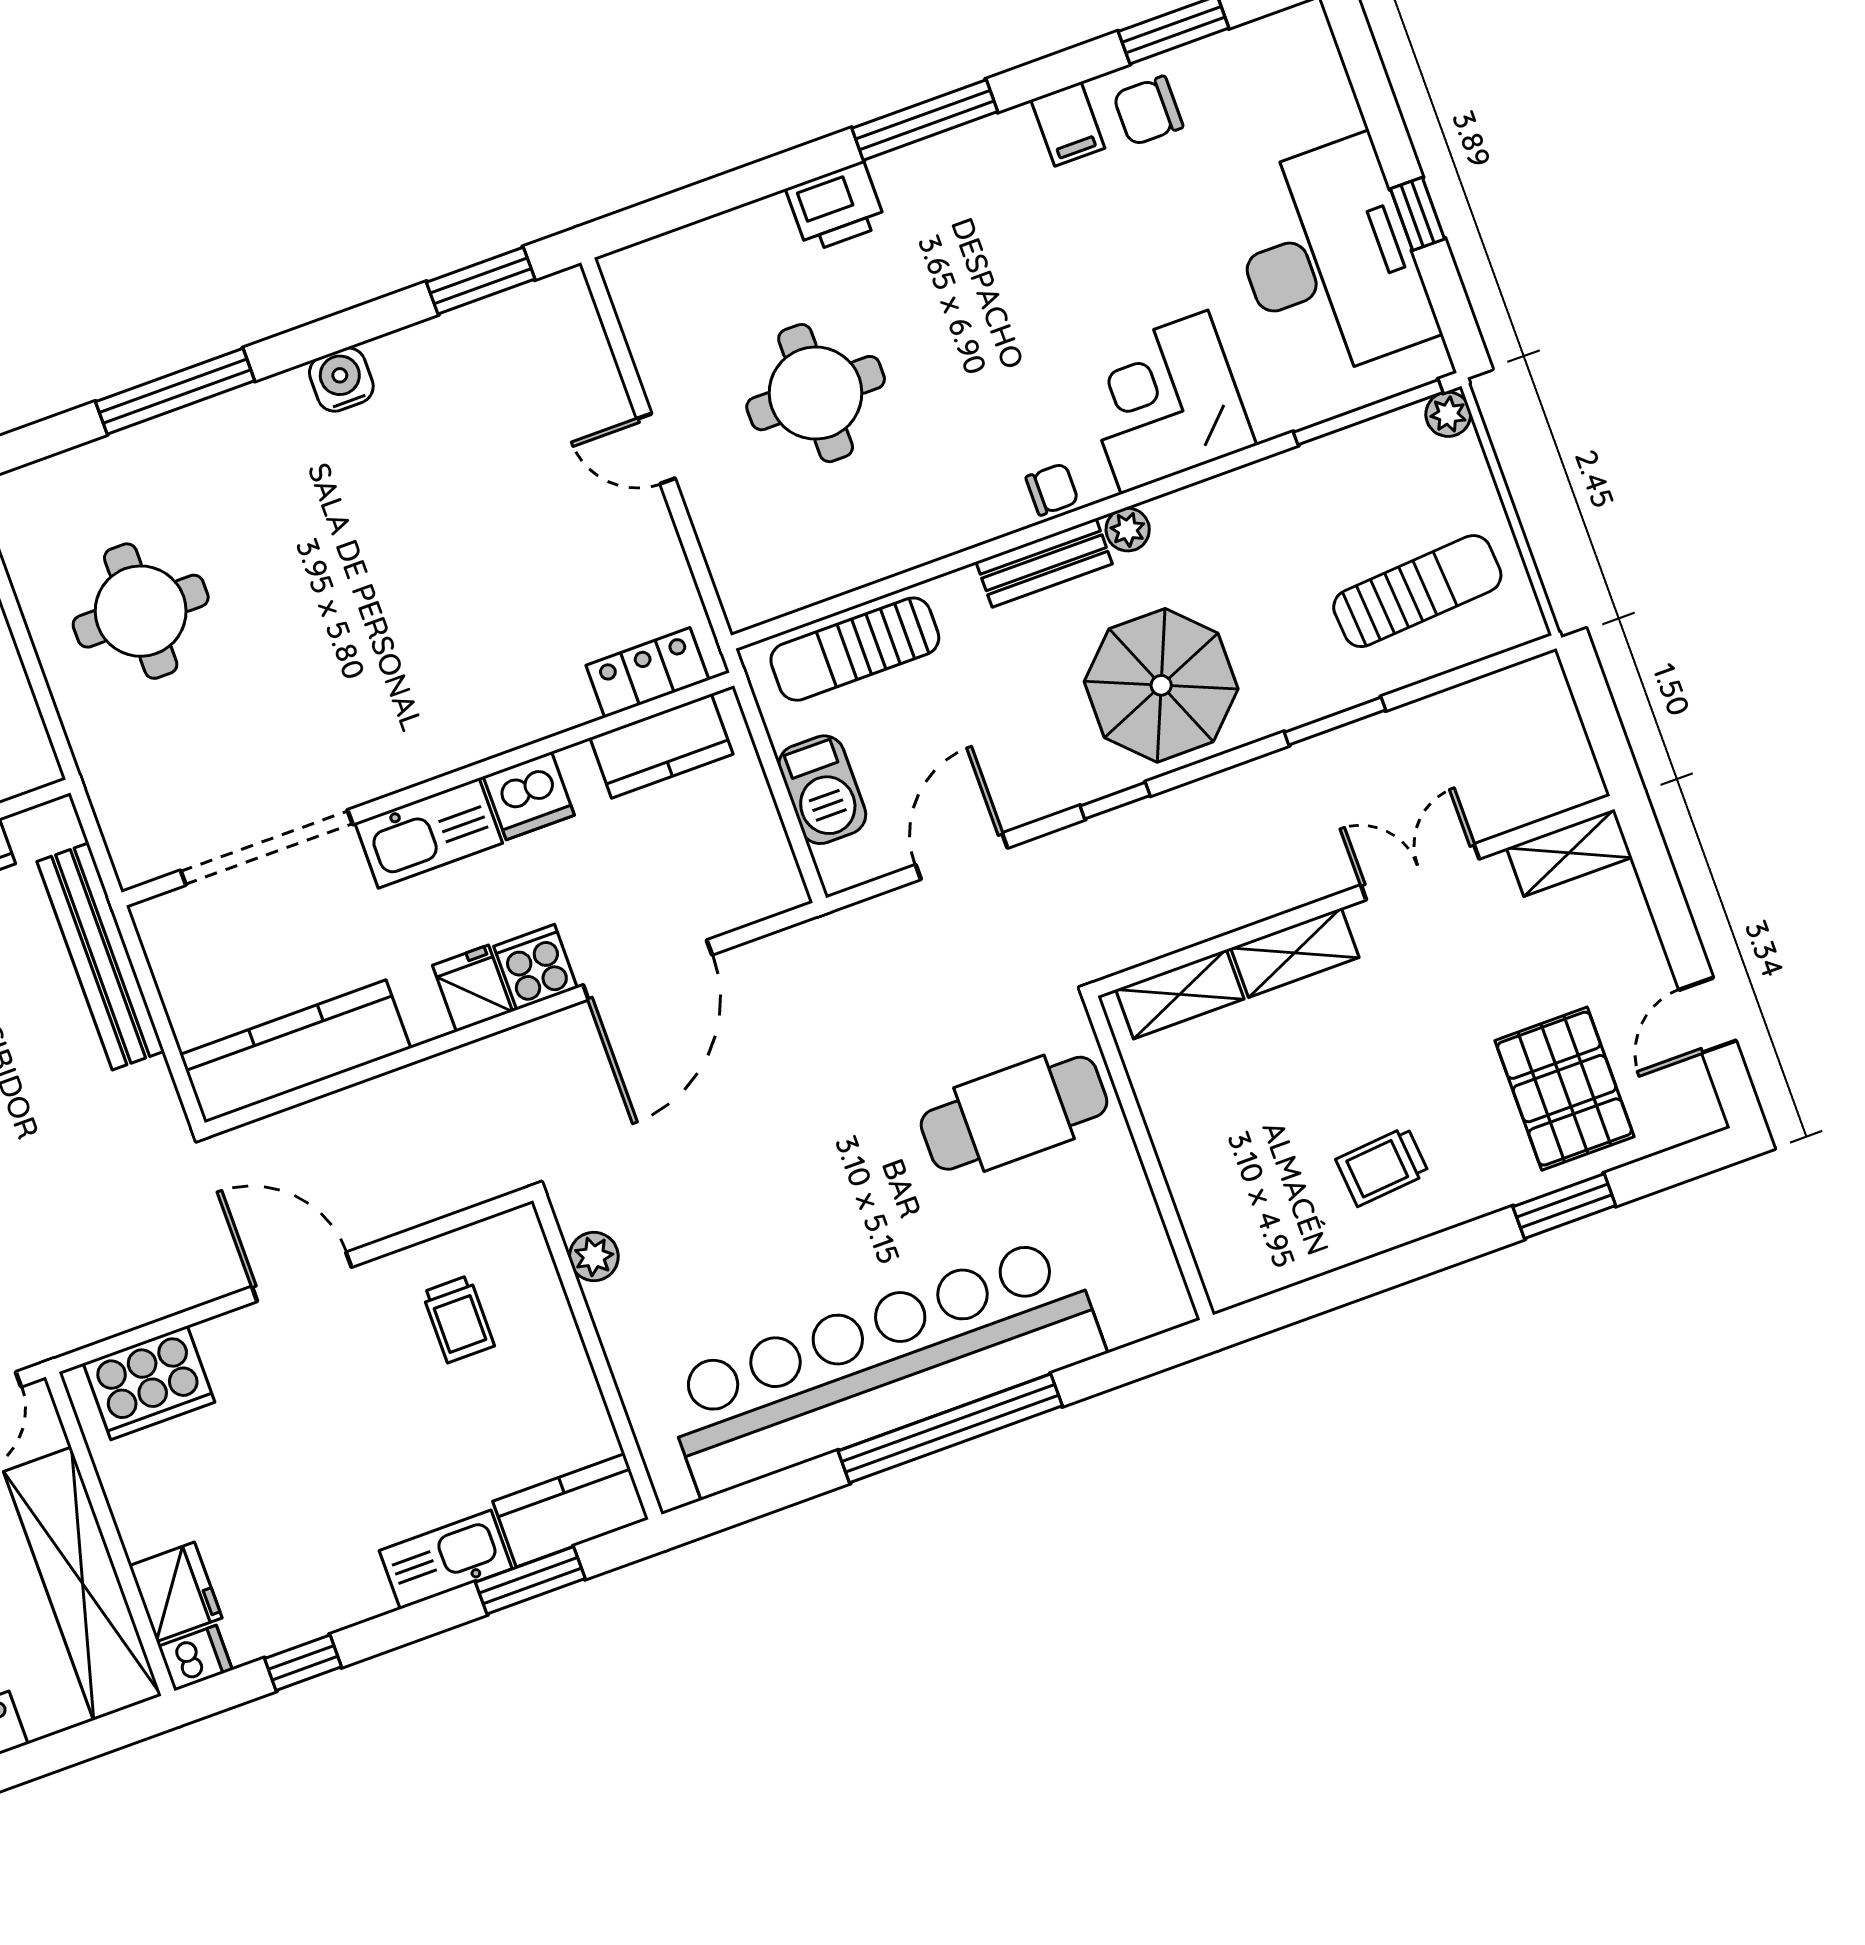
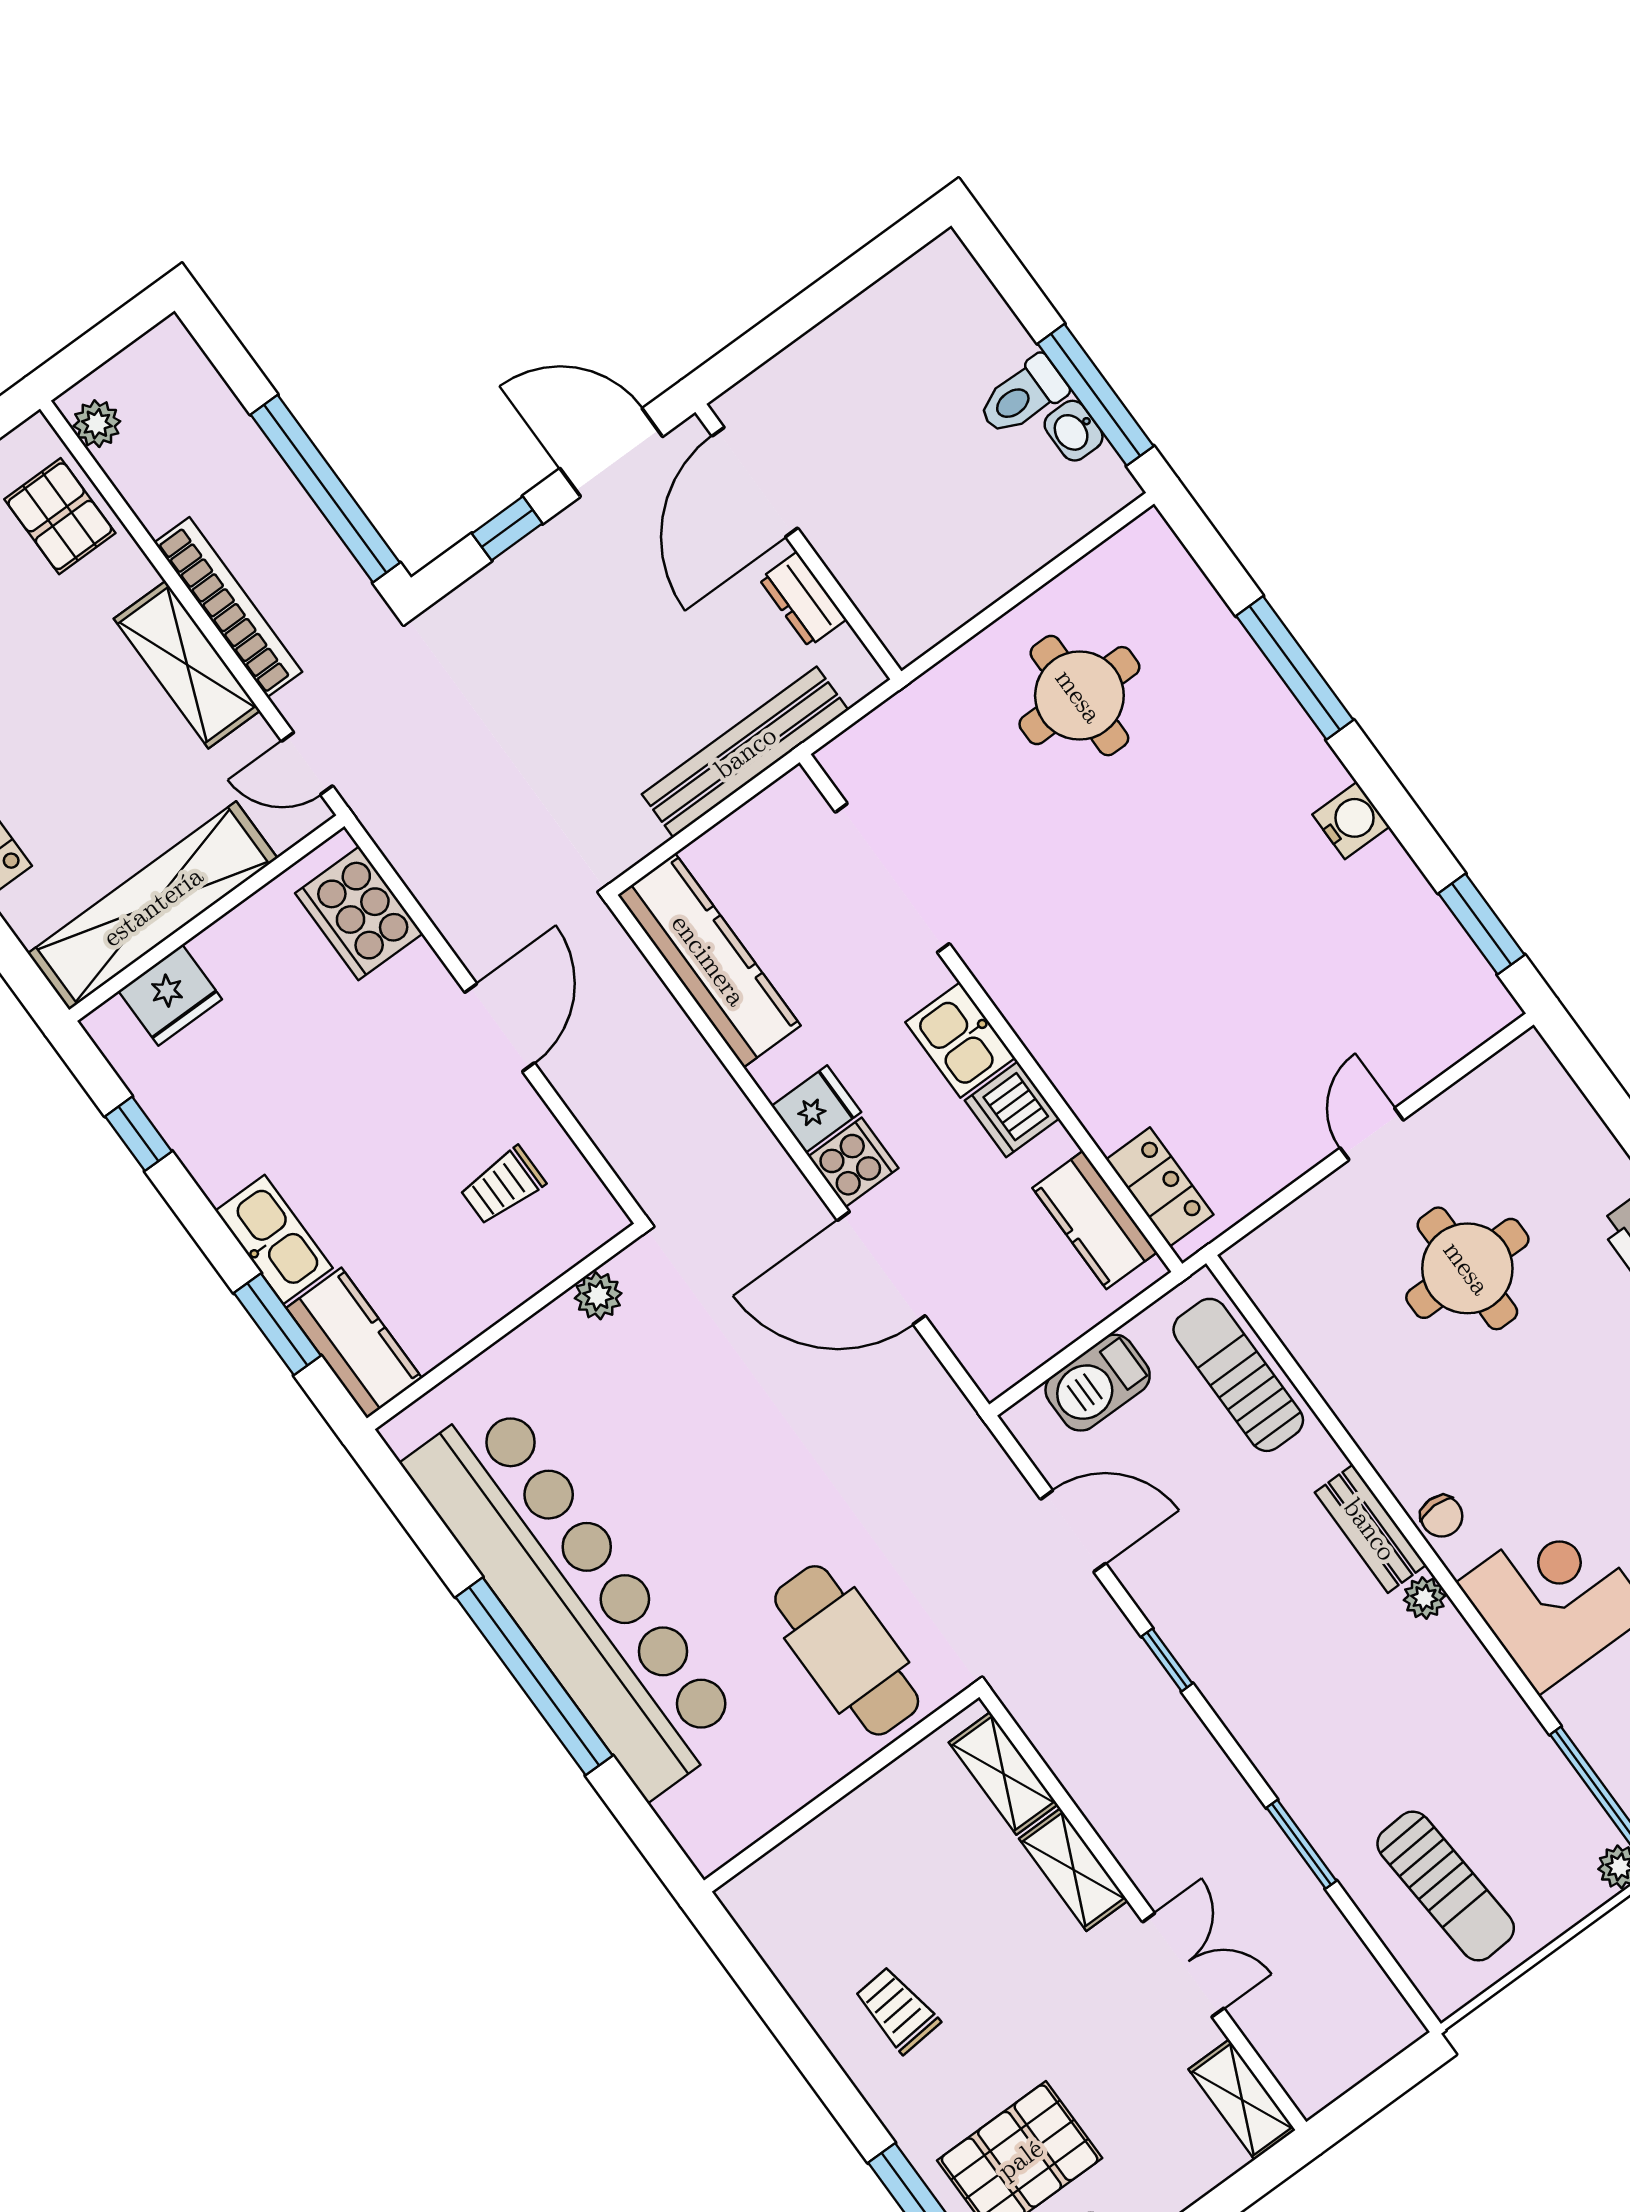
parasol: (1161, 685) -> (1288, 1672), removed
kitchen sink: (429, 833) -> (960, 1040), width x0.73
dishwasher: (195, 1658) -> (113, 1032), removed

